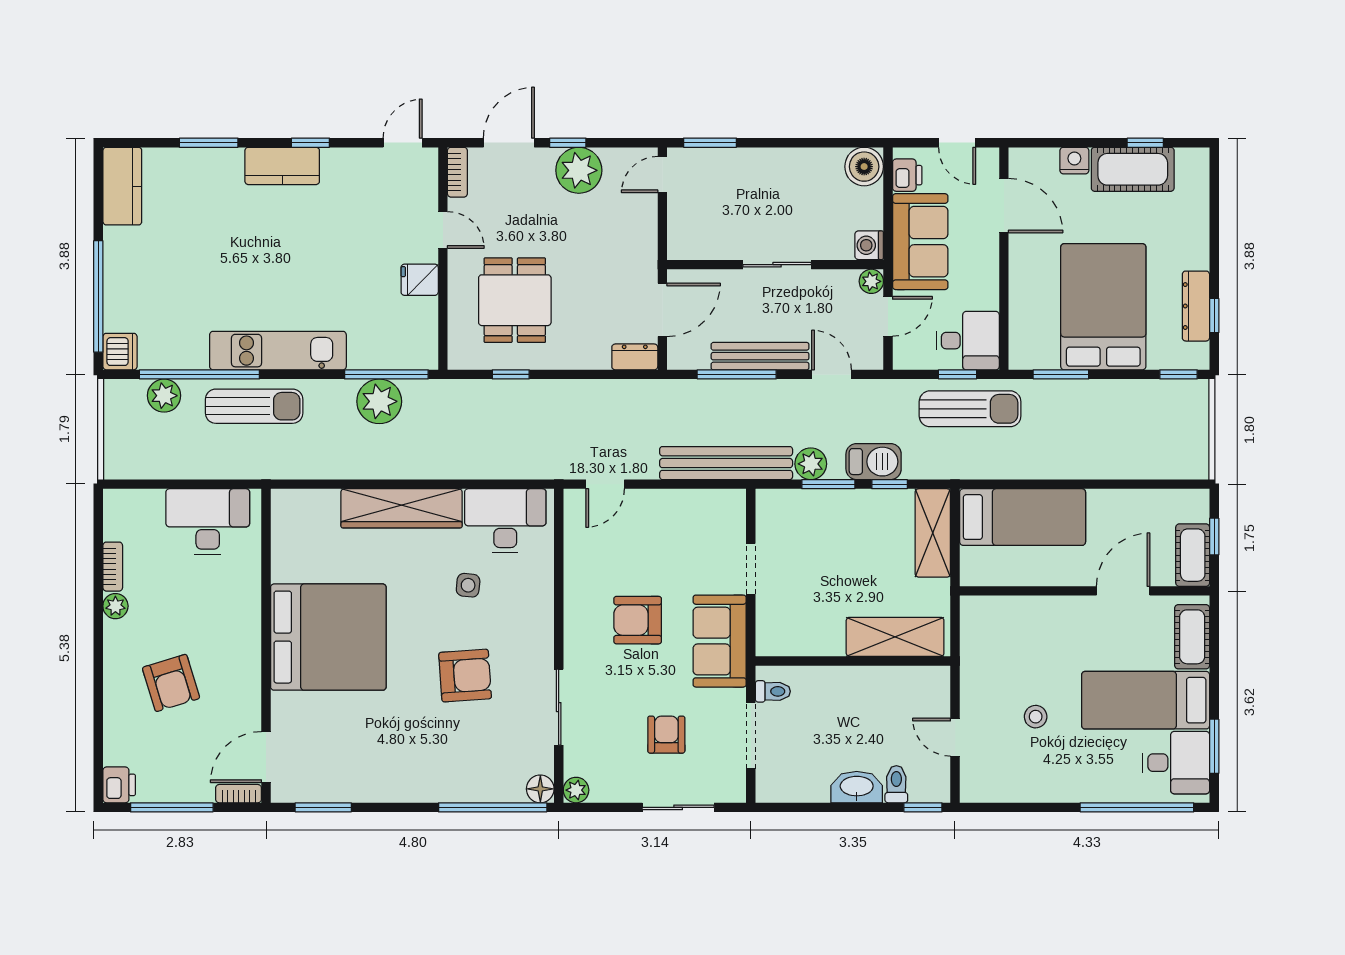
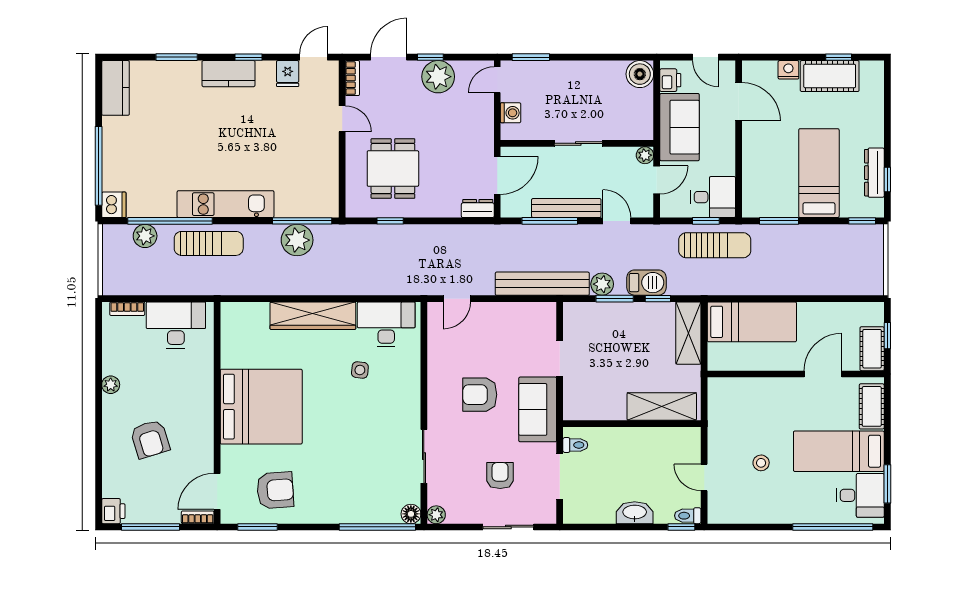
washing machine: (869, 245) -> (511, 113), moved, turned 180
fridge: (420, 280) -> (288, 74), moved, turned -90
bed: (1103, 307) -> (819, 173), width x0.67
bookcase: (113, 567) -> (127, 309), moved, turned 90
armchair: (465, 676) -> (275, 490), moved
toilet: (896, 784) -> (688, 516), moved, turned -90

